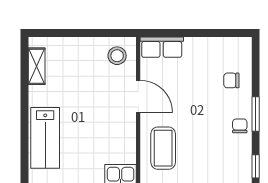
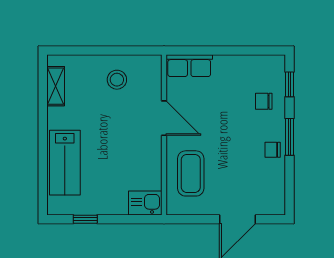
stool: (117, 56) -> (117, 80), moved
chair: (240, 126) -> (273, 150), turned -90
window: (256, 166) -> (290, 84), moved

